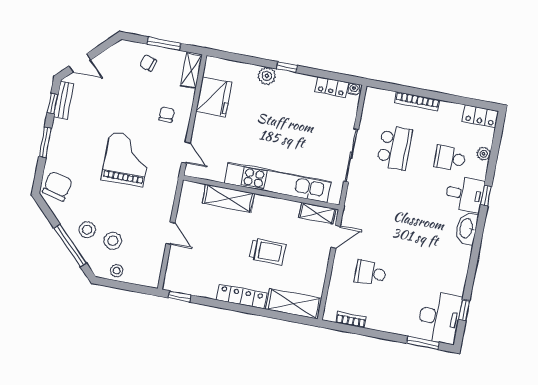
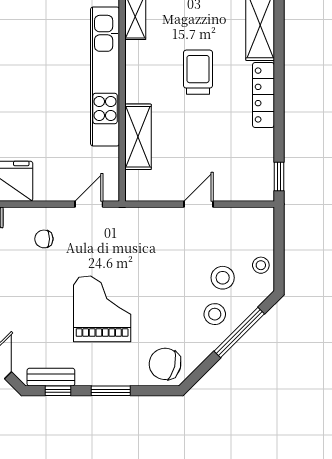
grand piano: (126, 159) -> (102, 309), moved, turned 90

